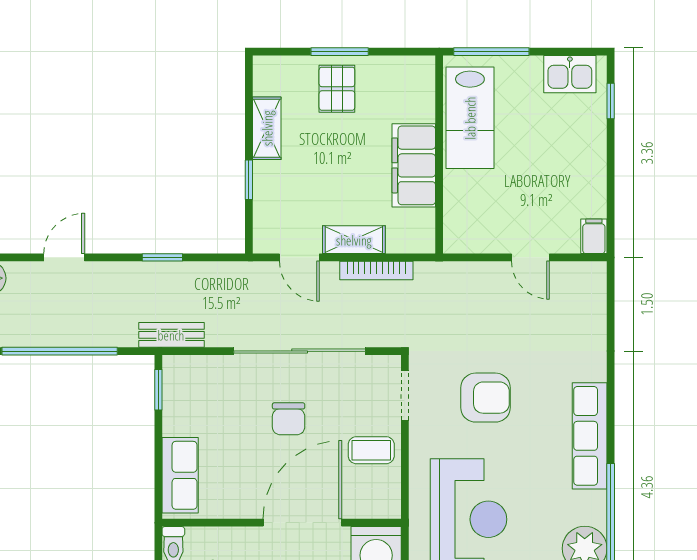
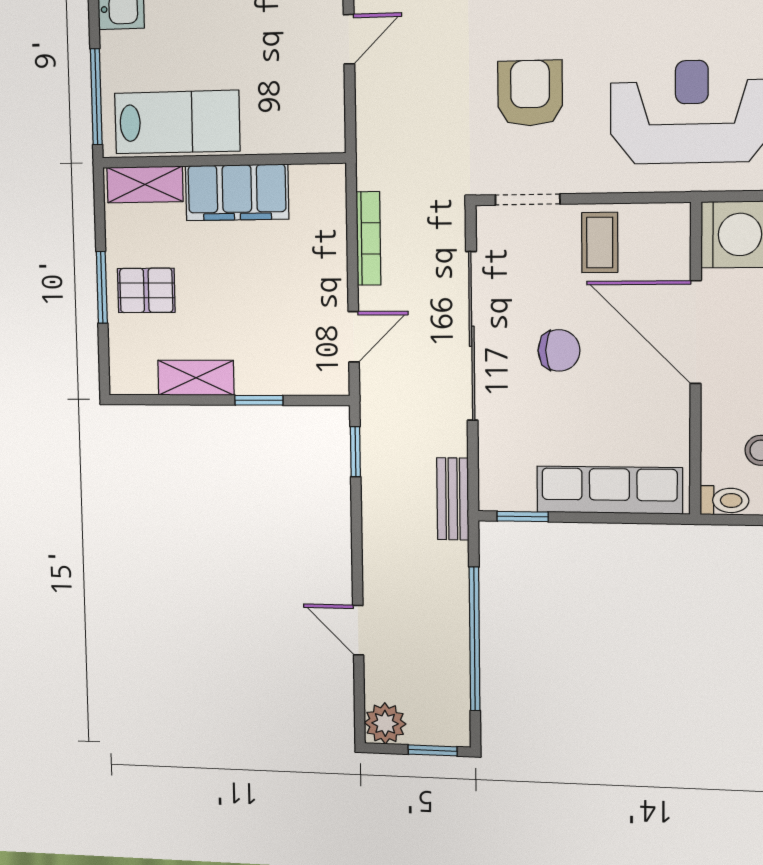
shelving: (354, 240) -> (145, 184), moved, turned 90
window: (162, 257) -> (355, 452), moved
row of seats: (180, 475) -> (609, 490), width x1.48

